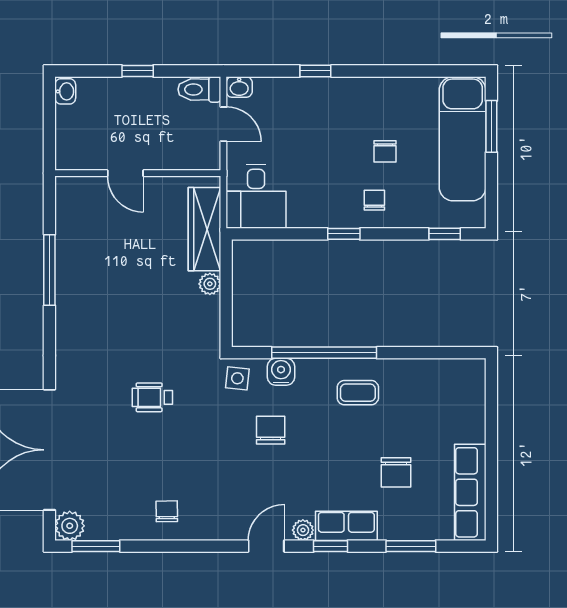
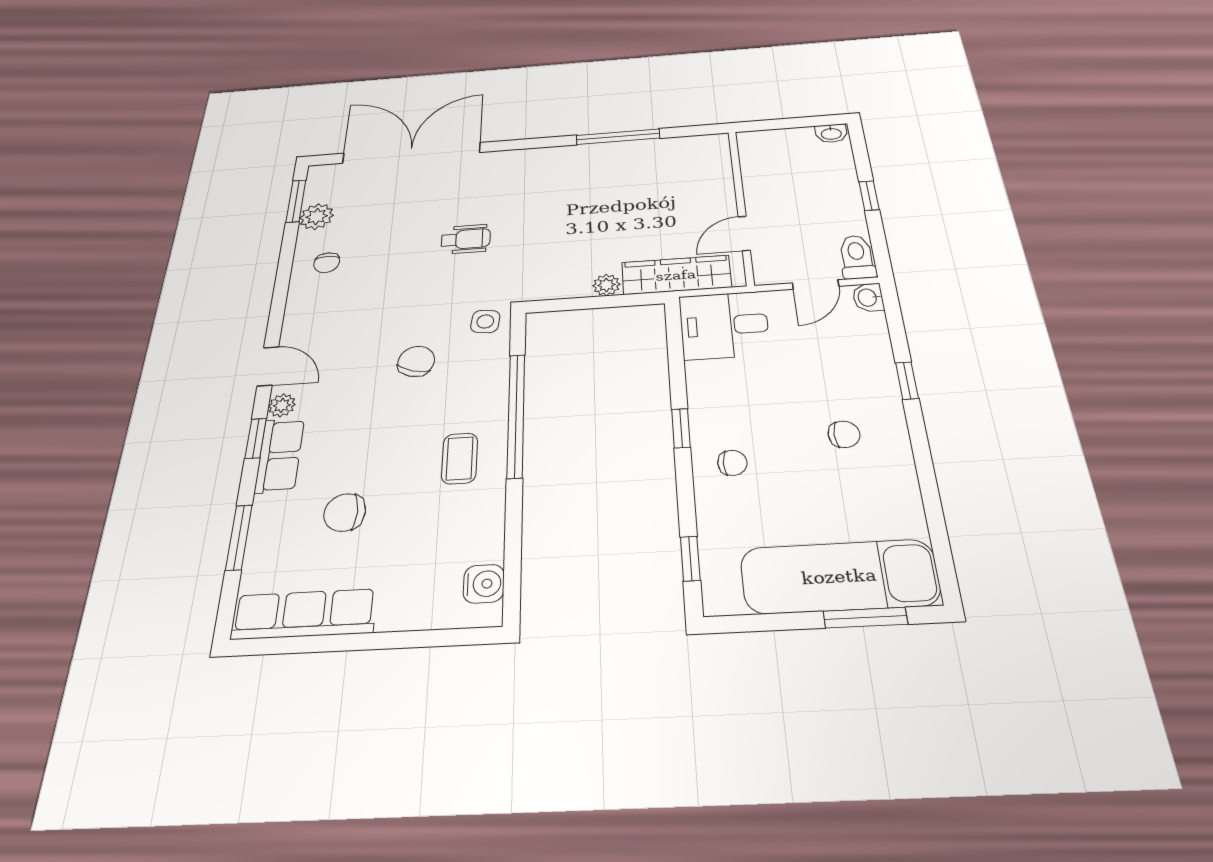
chair: (385, 151) -> (844, 434), moved, turned 180
door: (125, 173) -> (744, 233), moved
water cooler: (281, 372) -> (484, 584), moved
wheelchair: (152, 397) -> (466, 239), turned 90
chair: (271, 430) -> (416, 361), turned -74
chair: (167, 511) -> (327, 263), turned 91
plant: (70, 526) -> (317, 217), moved

